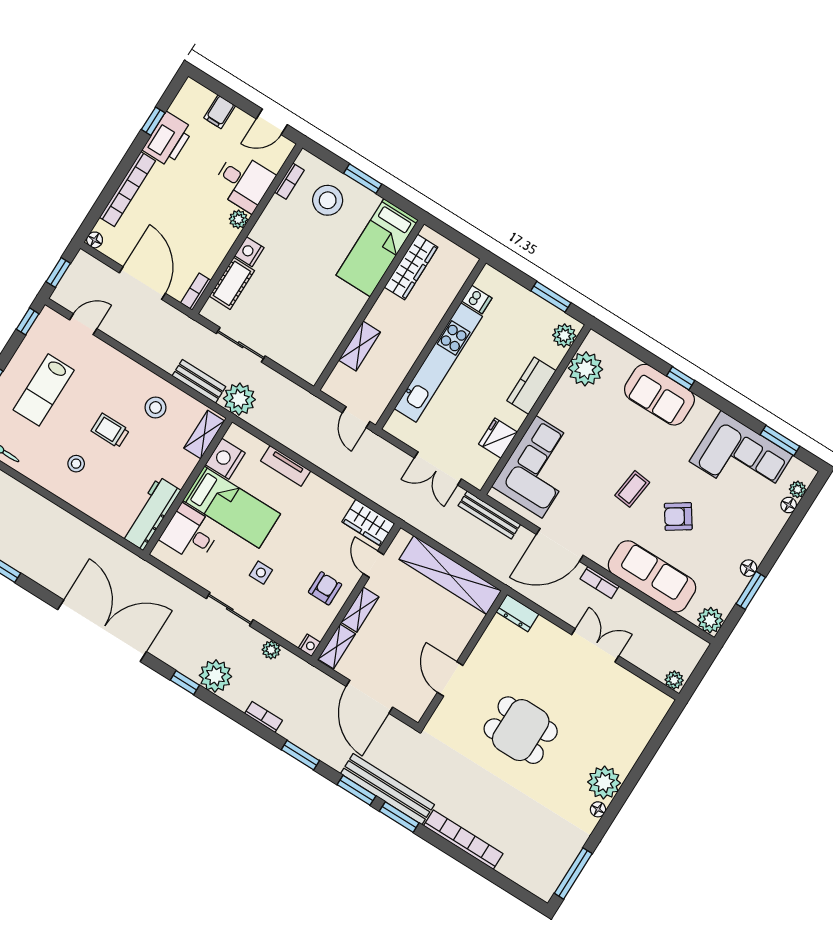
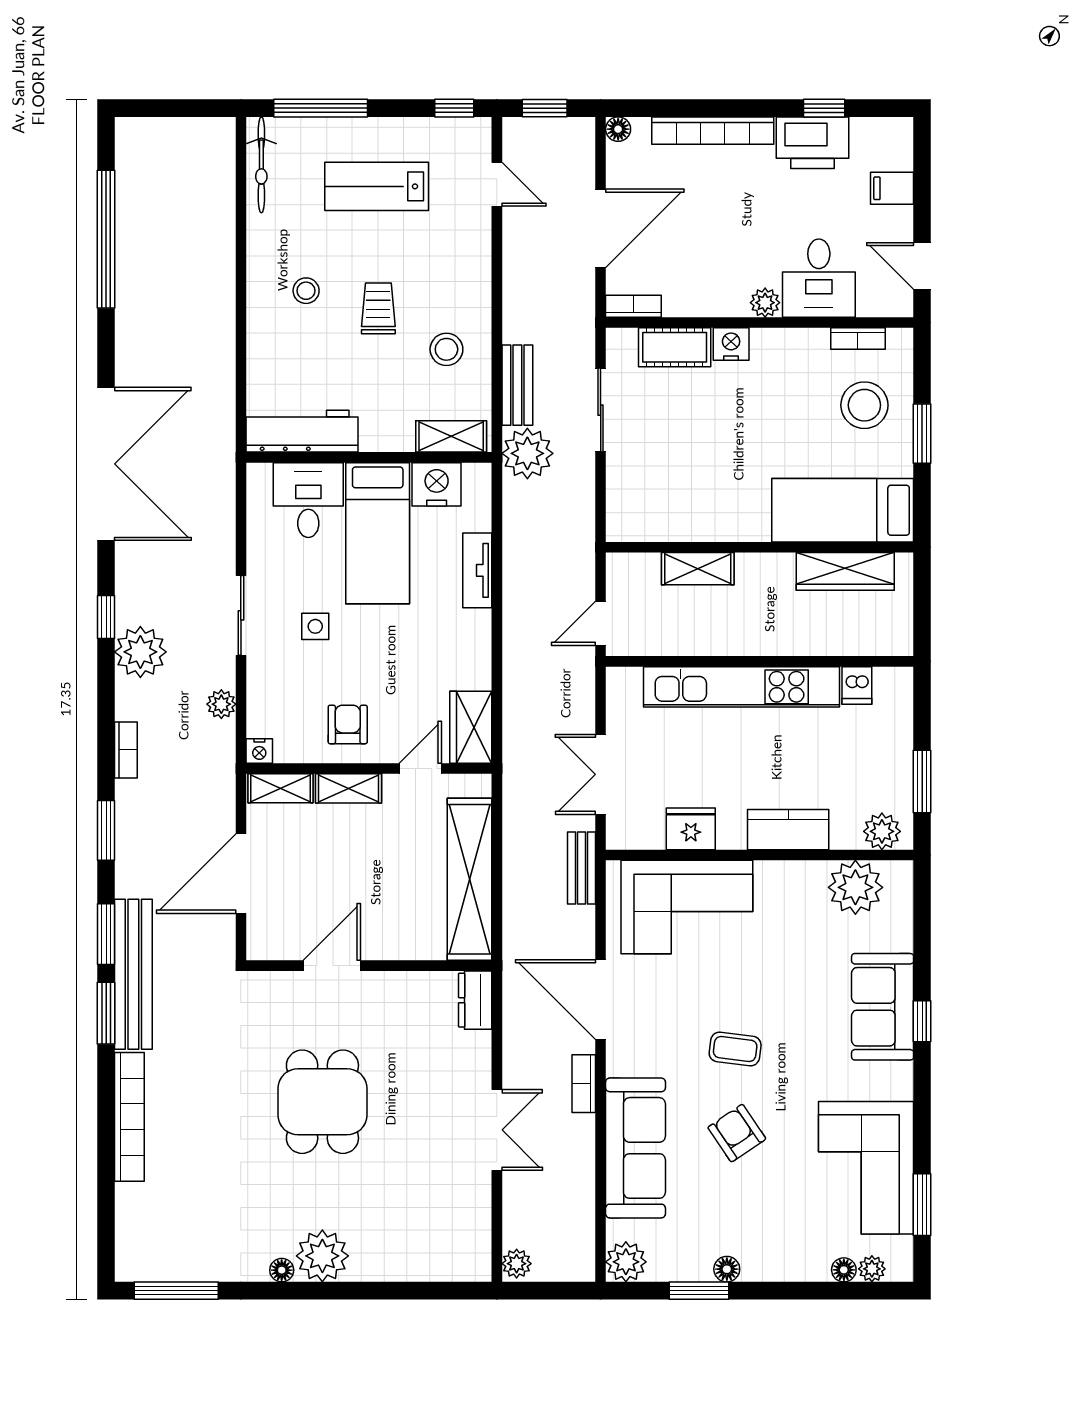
bench: (489, 515) -> (582, 868), width x0.73
armchair: (325, 588) -> (348, 724), turned -90

